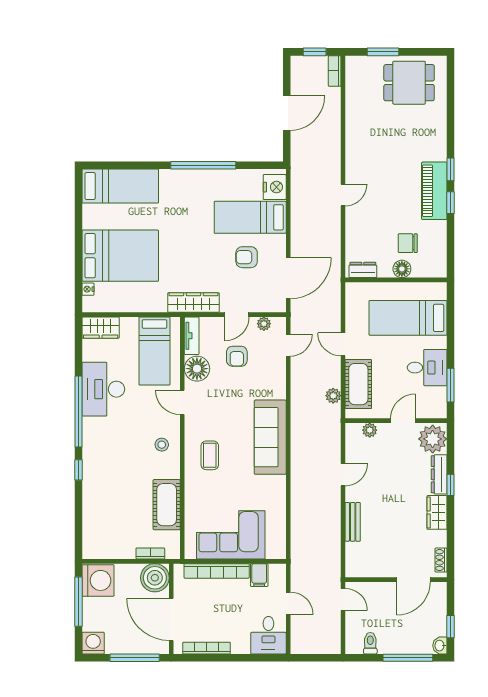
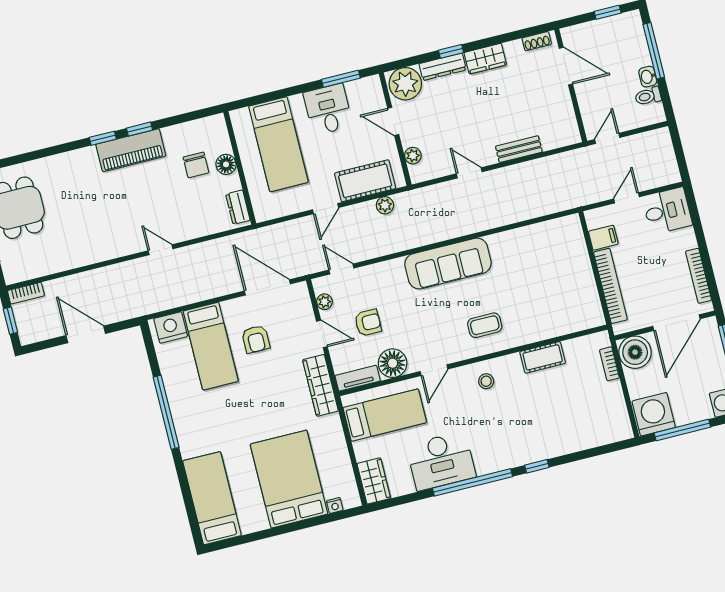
cot: (167, 505) -> (543, 357), width x0.73, depth x0.75
corner sofa: (231, 535) -> (567, 280), removed
washbasin: (440, 646) -> (648, 77), moved, turned 90

